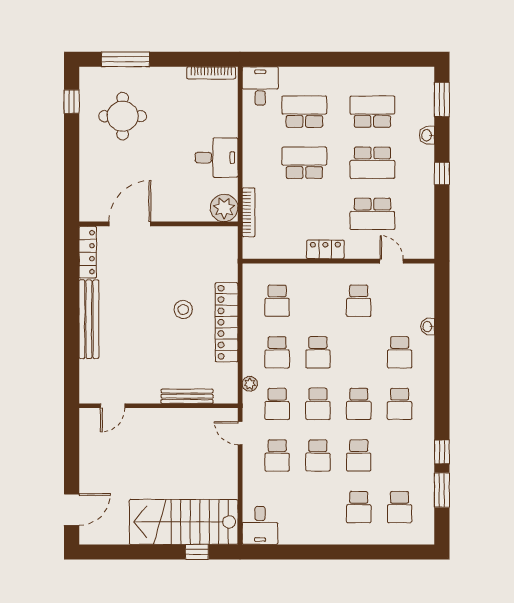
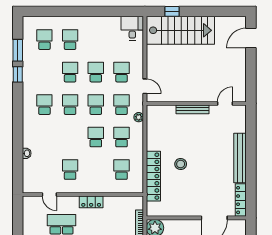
locker: (227, 322) -> (153, 176), moved
school desk: (400, 352) -> (44, 137), removed
bench: (187, 396) -> (193, 109), moved

